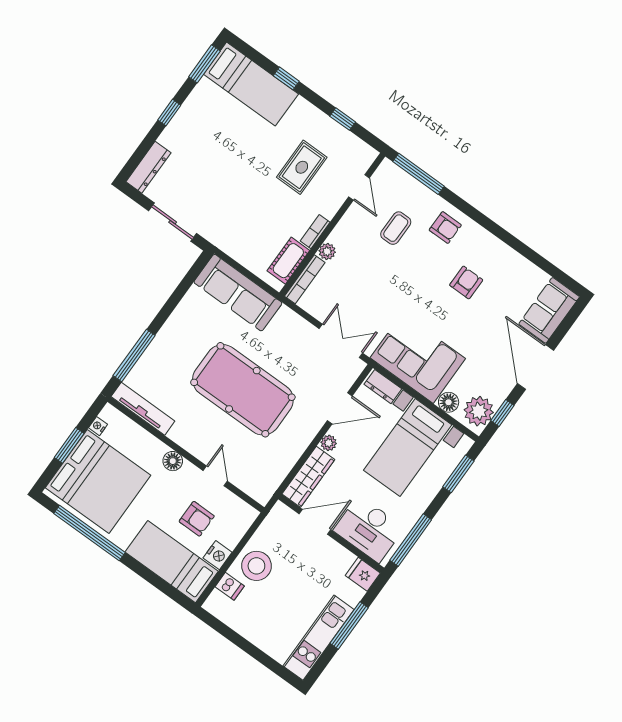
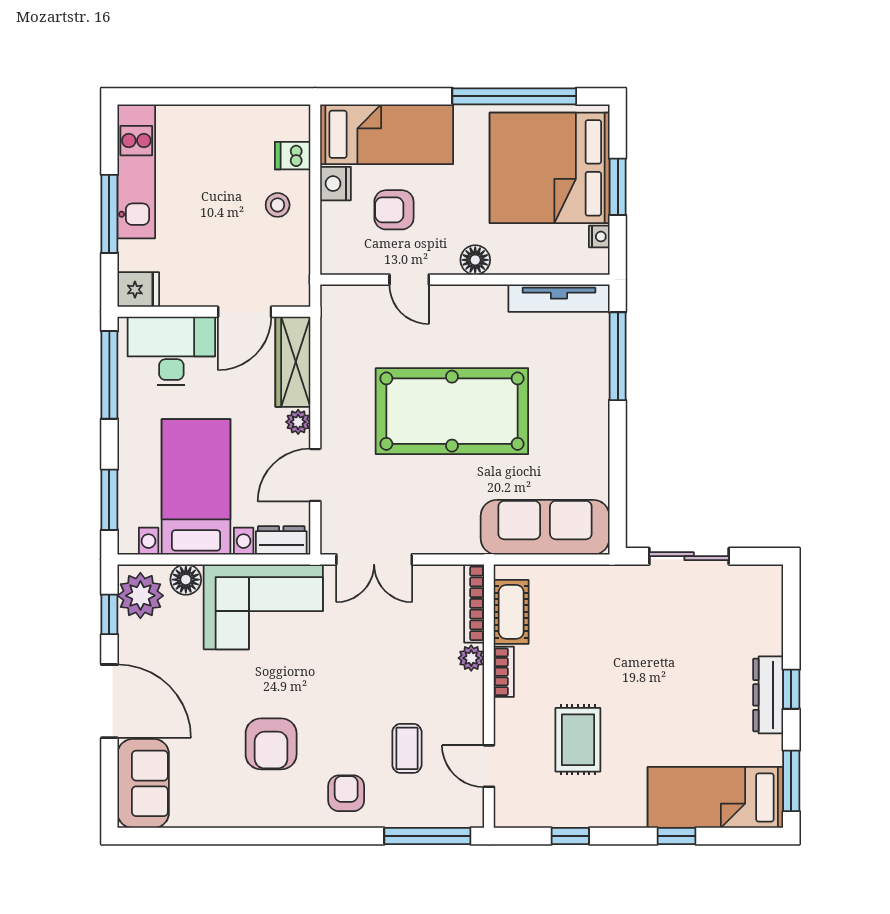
dresser: (148, 167) -> (768, 695), moved
armchair: (445, 228) -> (346, 793), turned 90
armchair: (466, 282) -> (271, 744), width x1.38, depth x1.38
stool: (256, 566) -> (278, 205), width x0.53, depth x0.53

